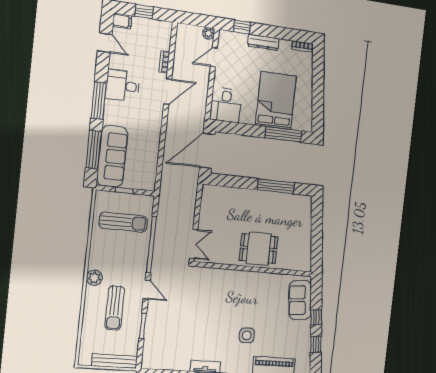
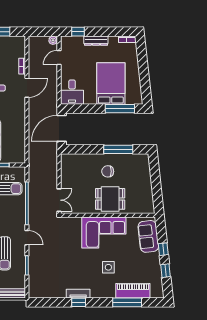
chair: (259, 213) -> (108, 171), added
corner sofa: (246, 291) -> (104, 232), added

